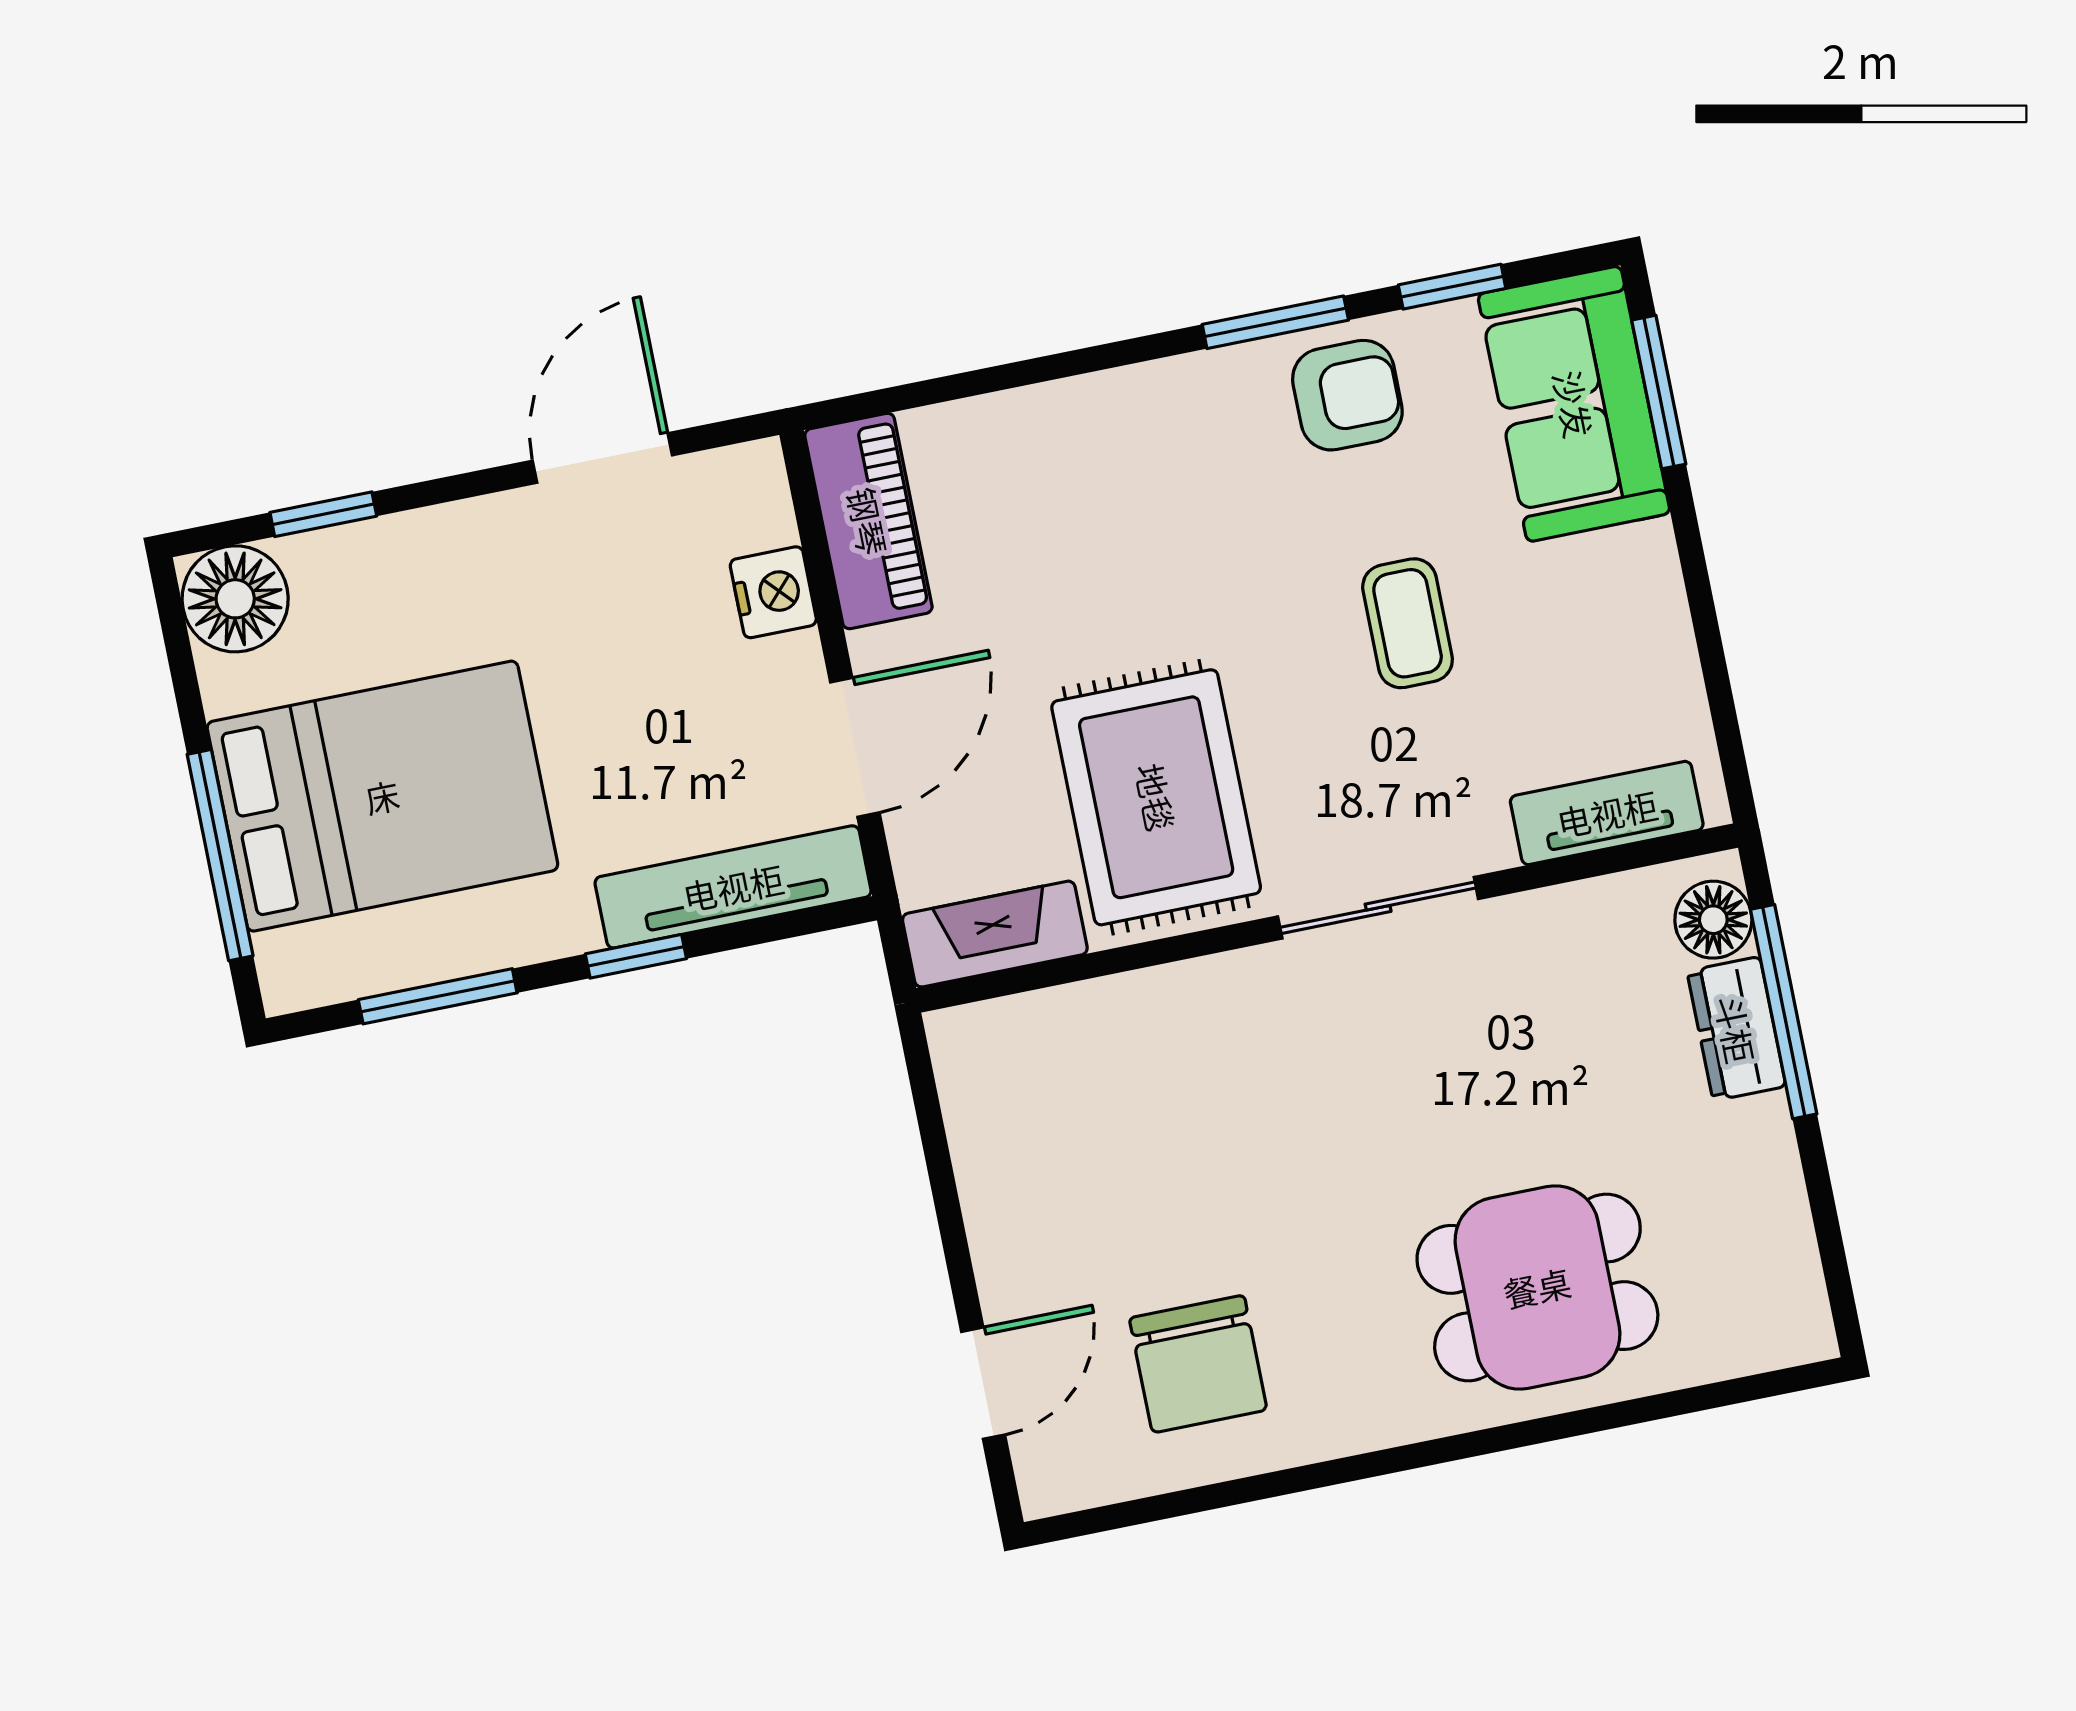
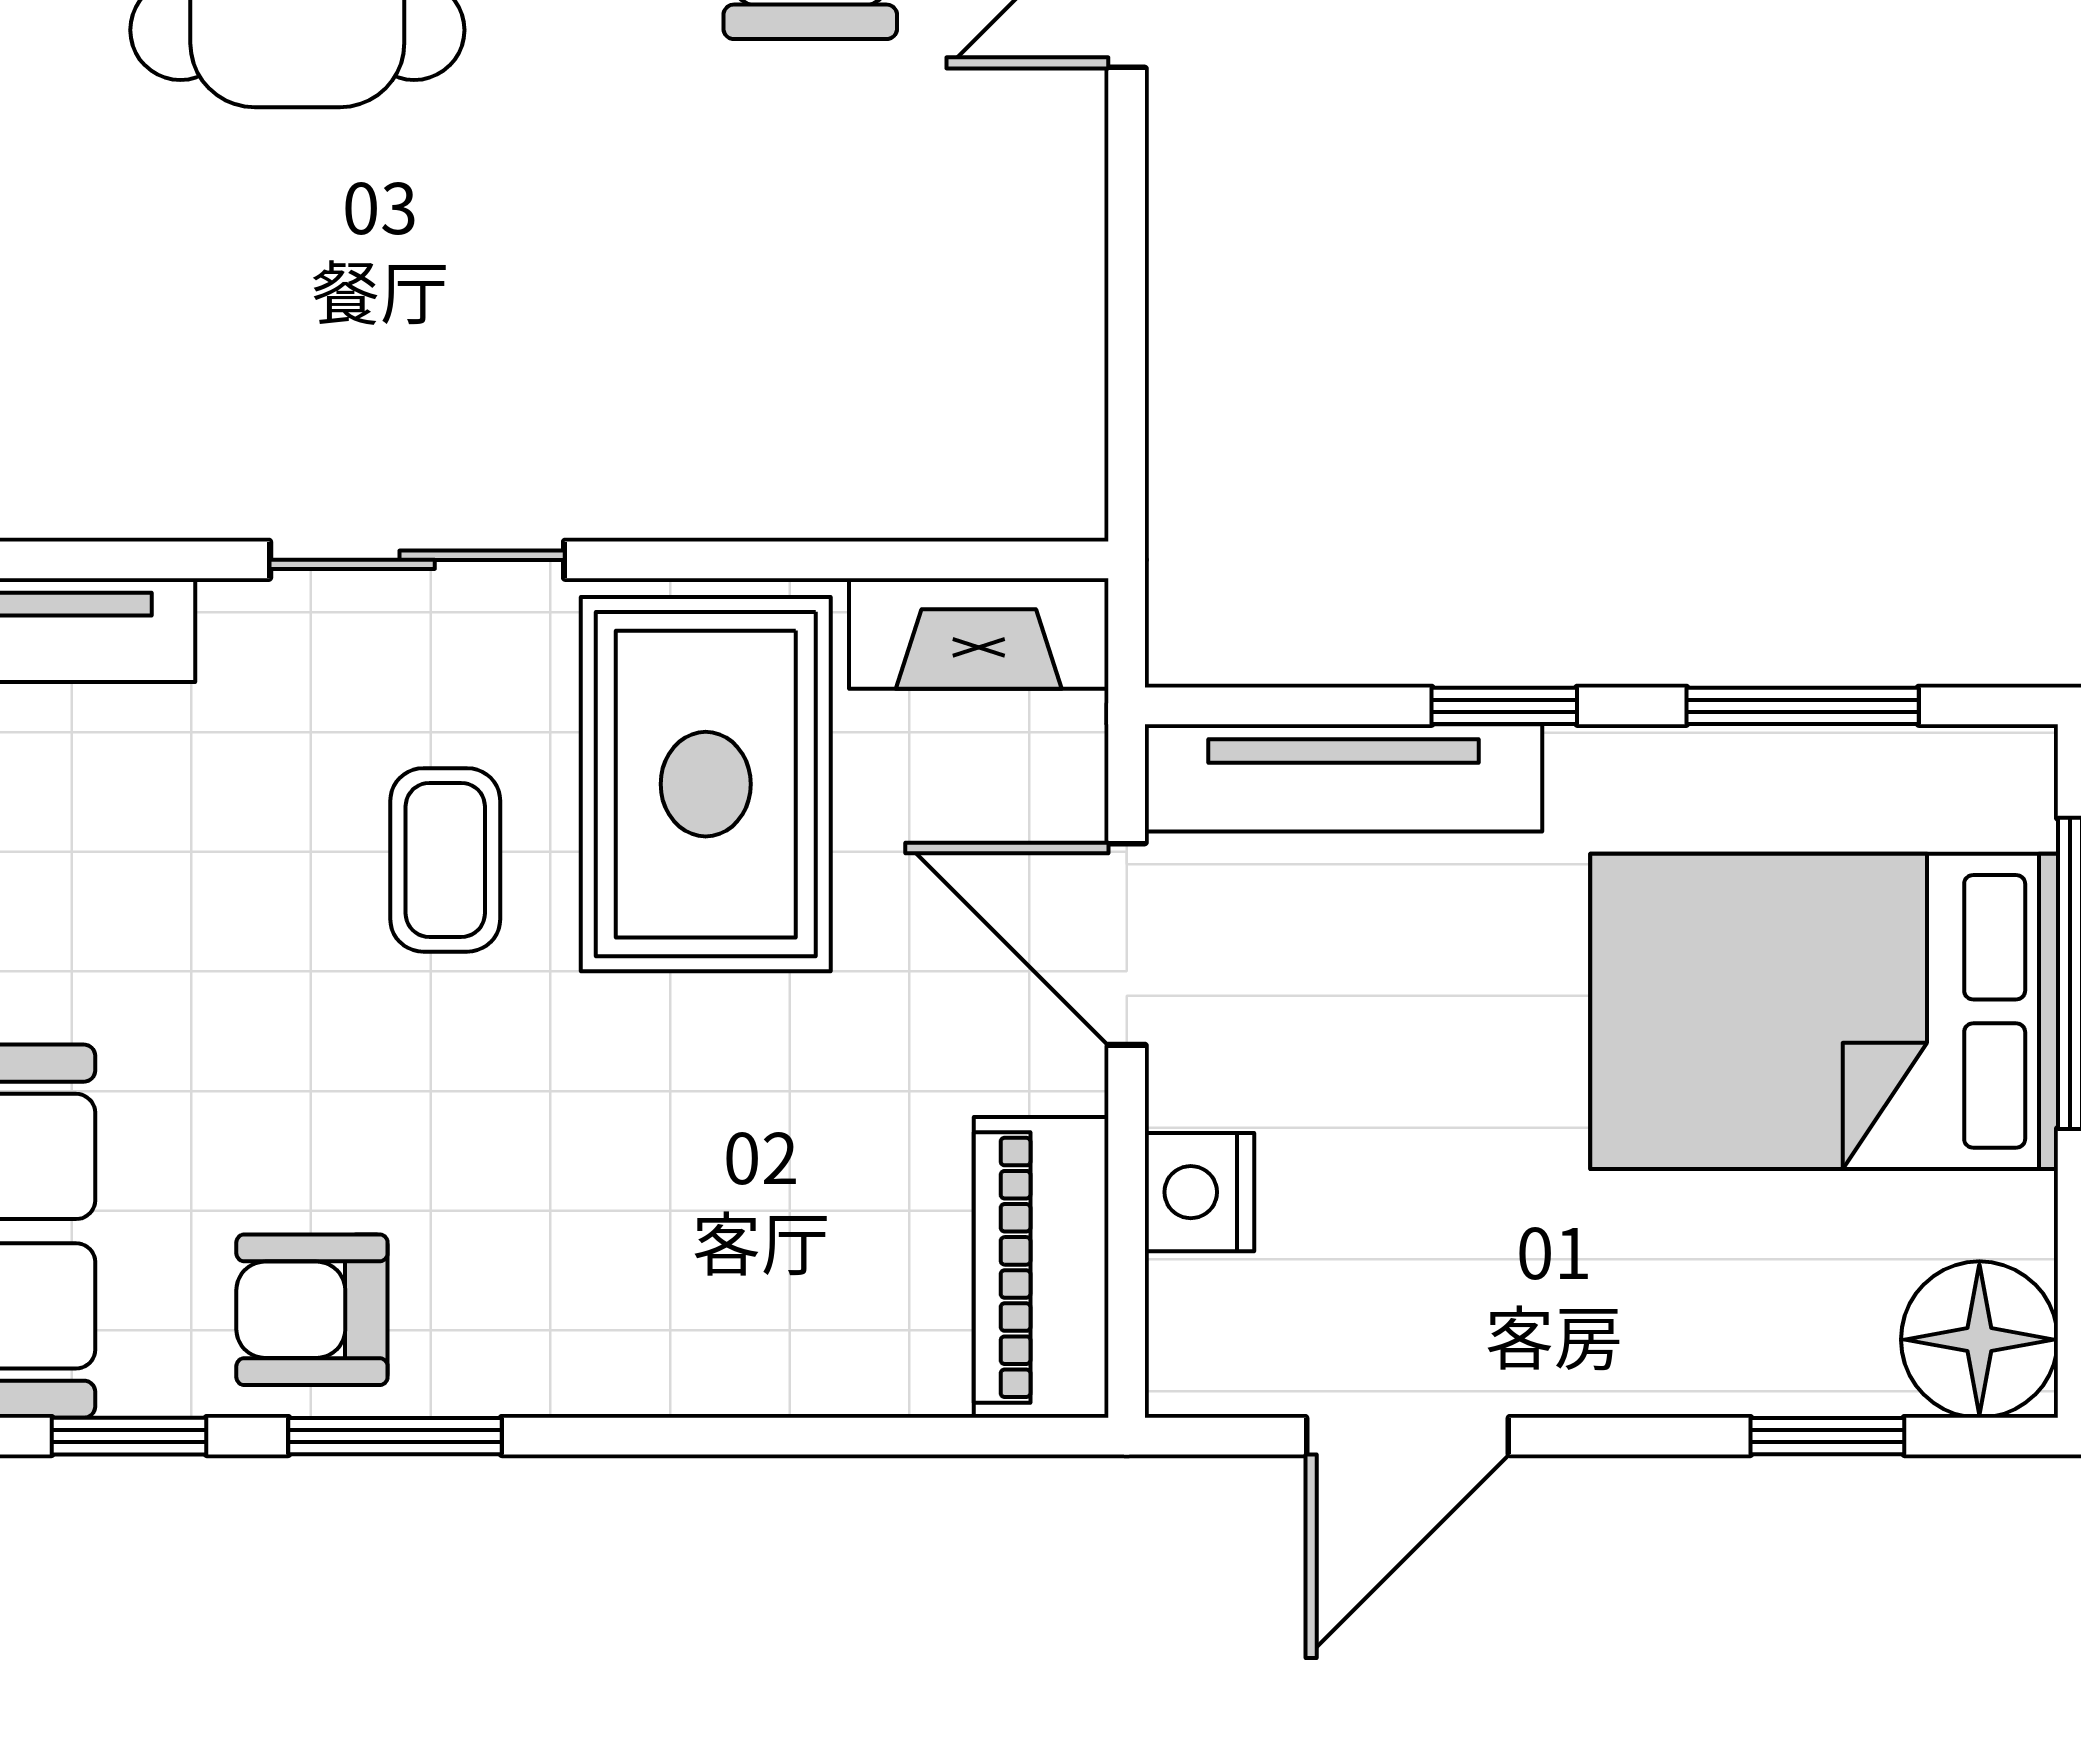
coffee table: (1408, 623) -> (445, 860), moved
door: (855, 747) -> (1127, 944), hinge flipped

